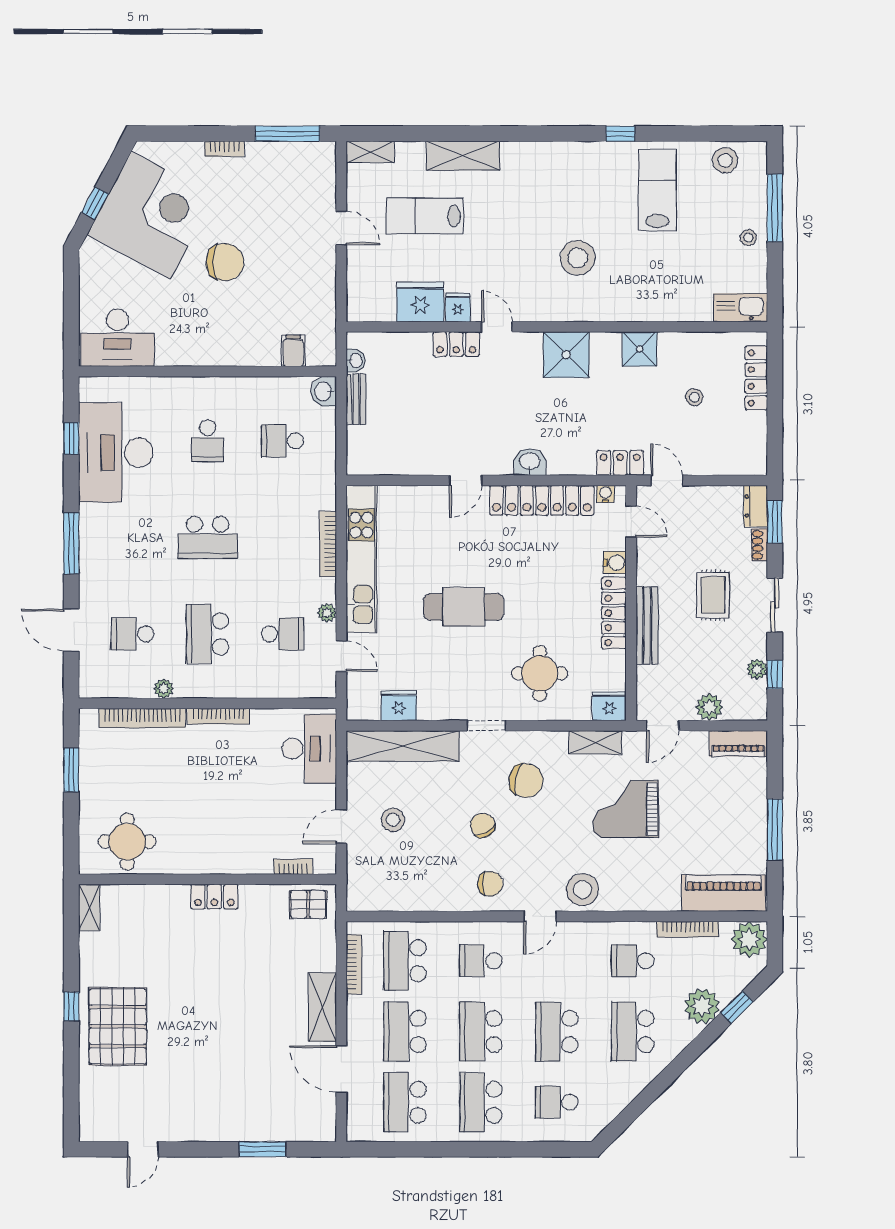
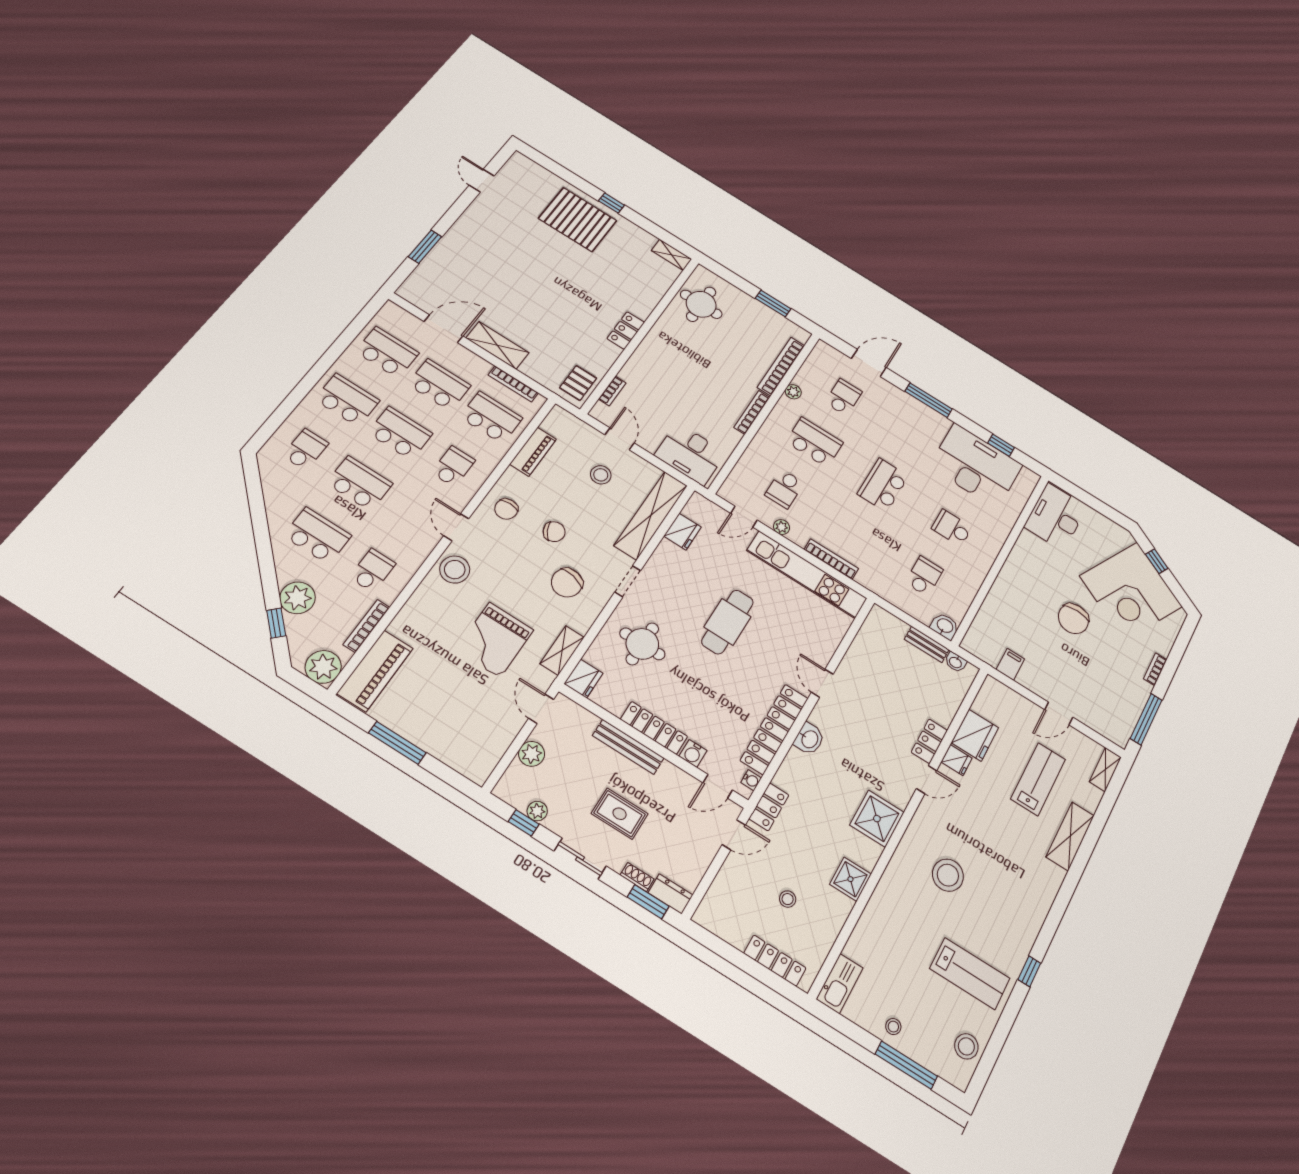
filing cabinet: (293, 351) -> (1010, 664), moved, turned -90
piano: (738, 744) -> (533, 452), moved, turned 180
grand piano: (626, 809) -> (495, 640), turned 180

